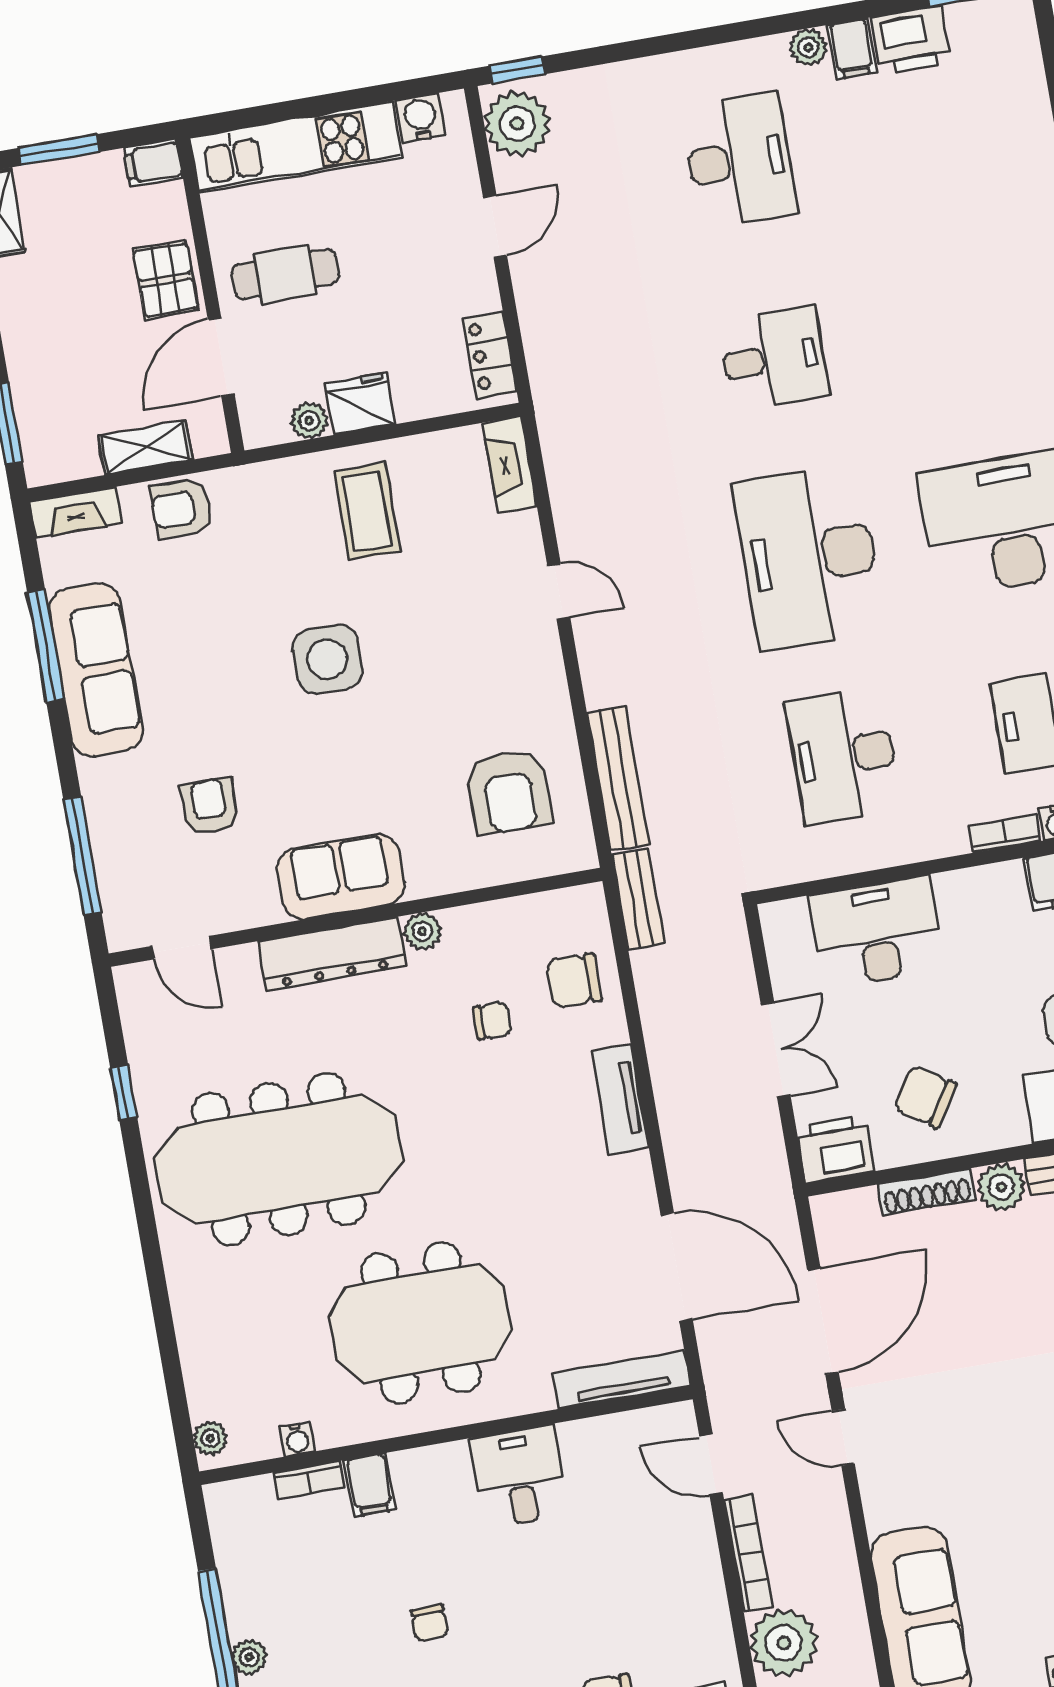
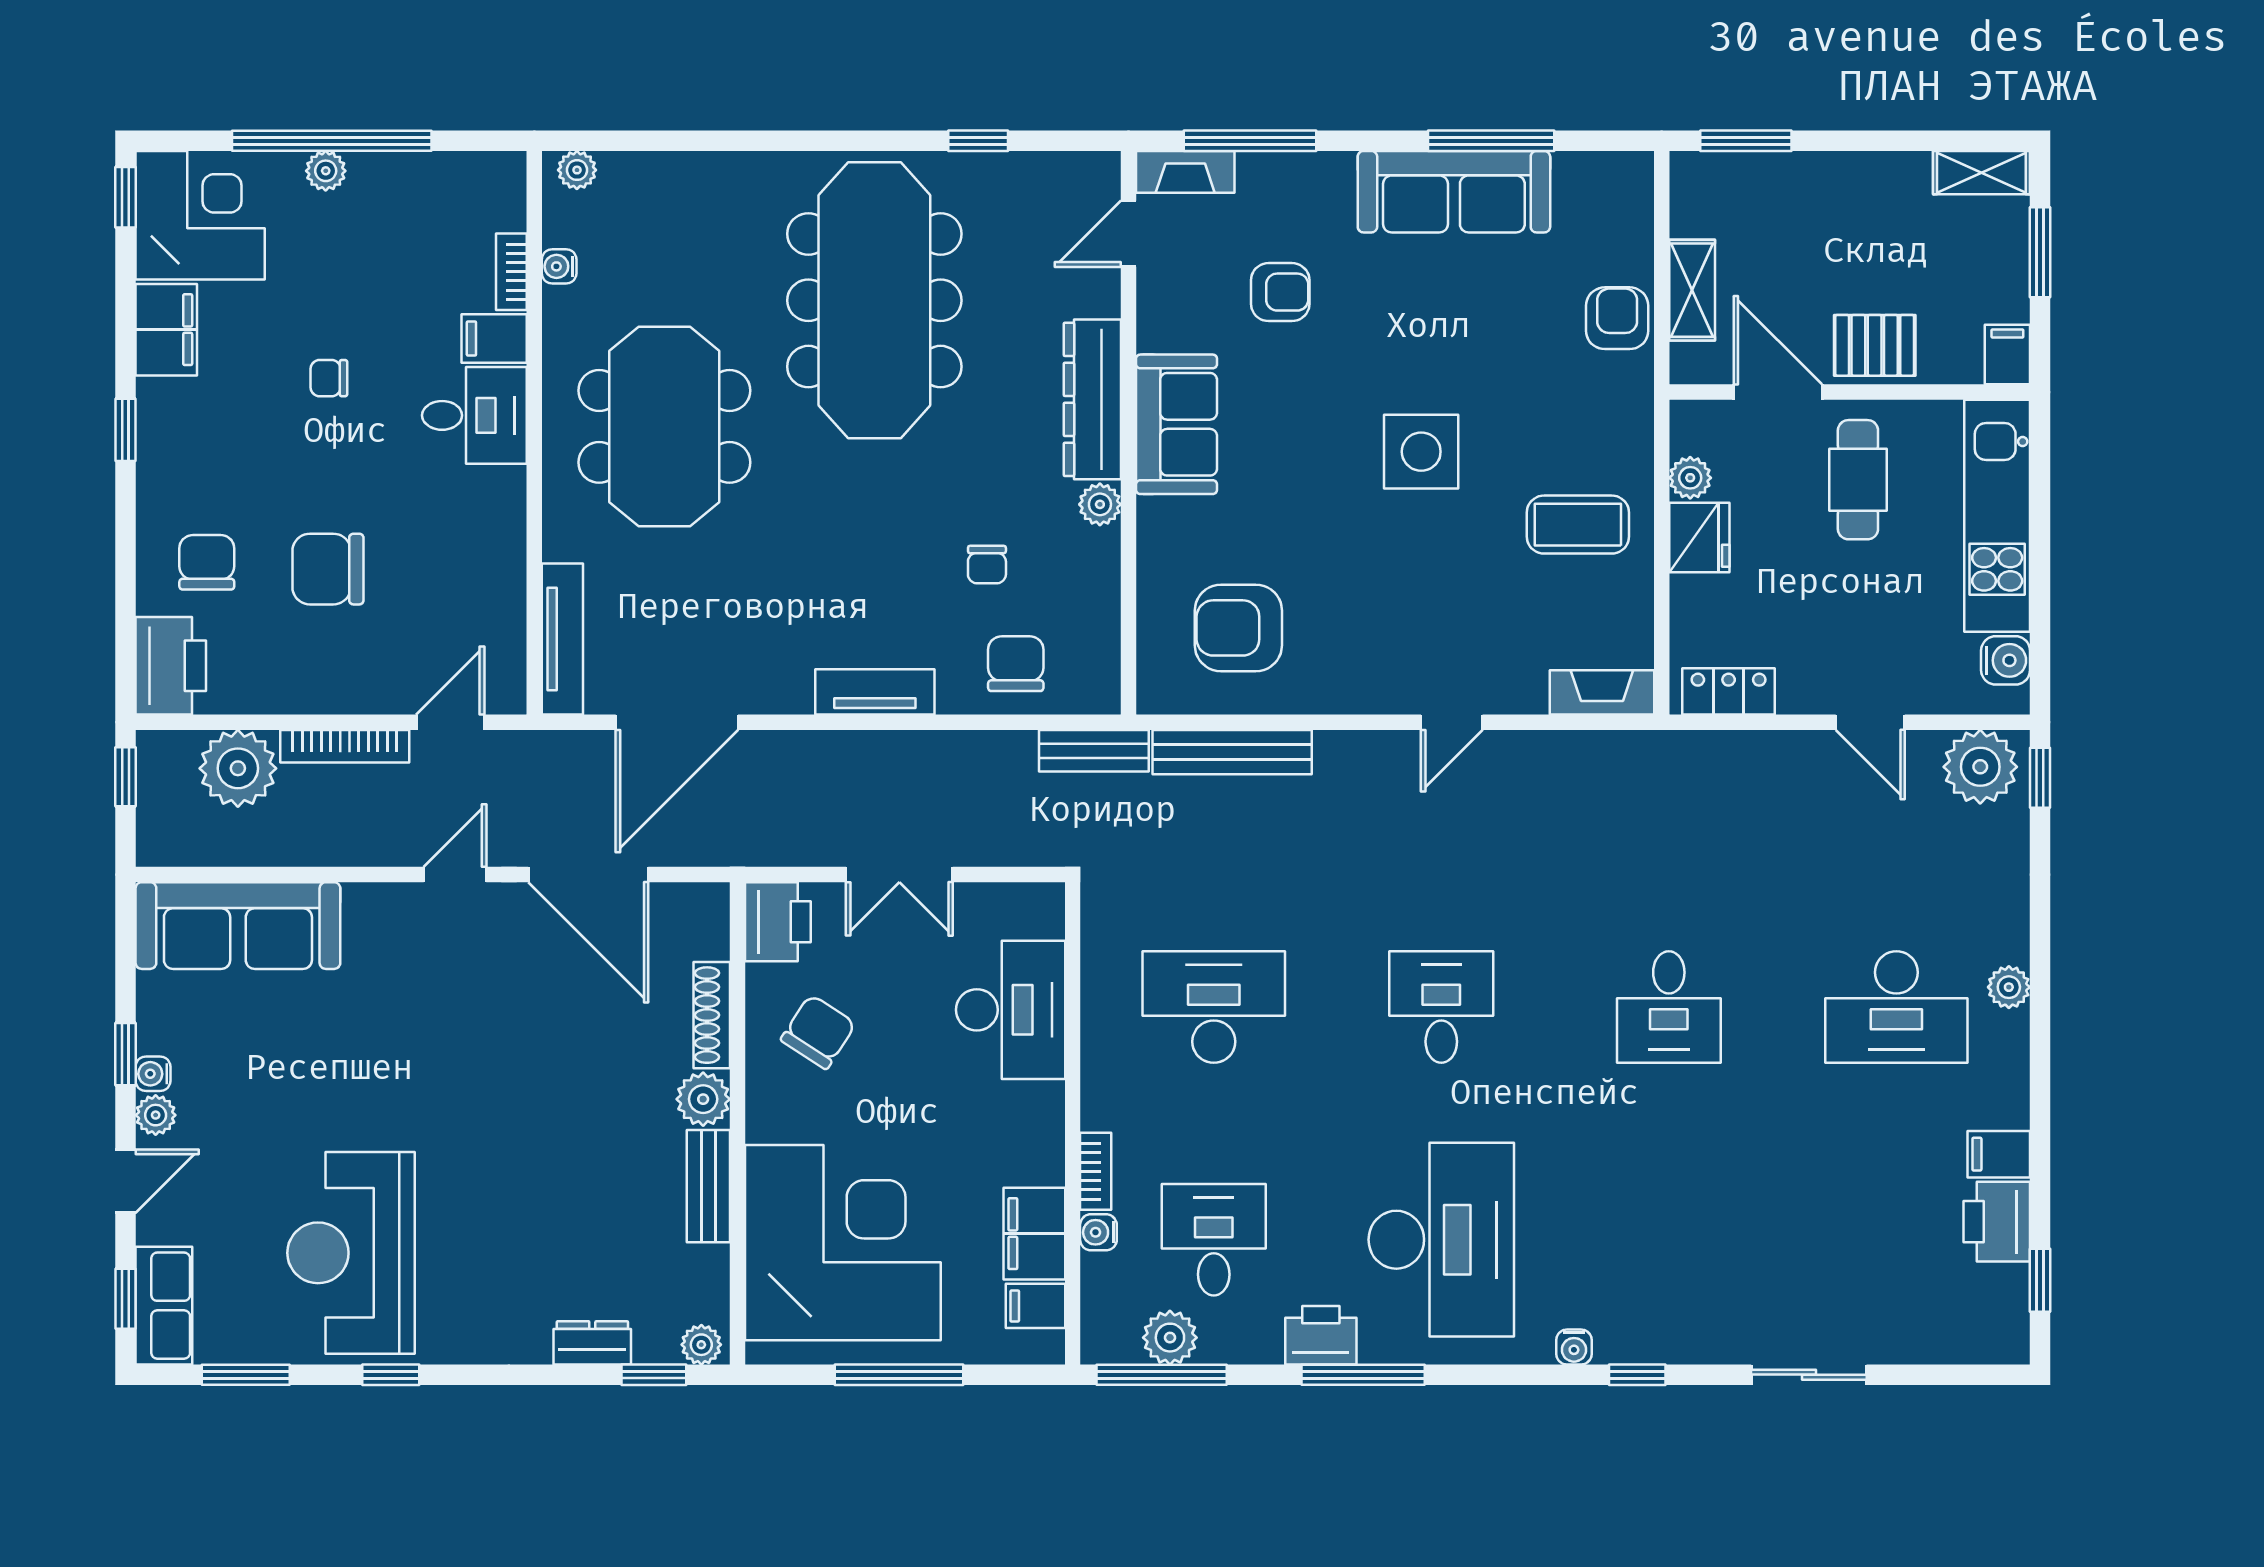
plant: (808, 47) -> (2009, 987), moved
fireplace: (76, 513) -> (1185, 172), moved, turned -90
desk: (809, 557) -> (1441, 1007), width x0.53, depth x0.77
desk: (519, 1476) -> (474, 415), moved
chair: (596, 1595) -> (328, 569), added

